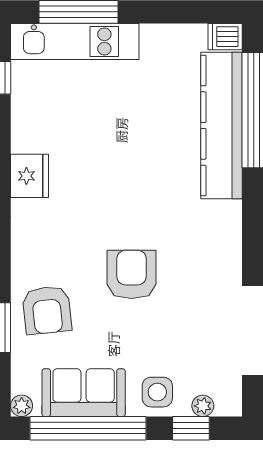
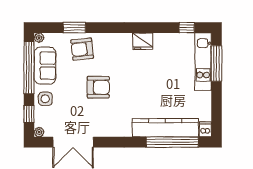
plant: (203, 406) -> (39, 132), moved

